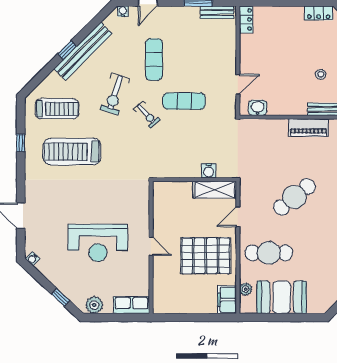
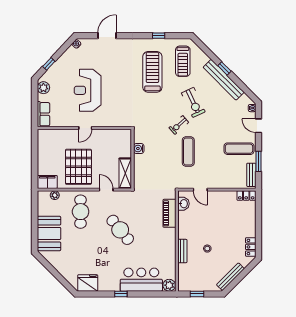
exercise mat: (154, 59) -> (239, 149), moved
exercise bike: (115, 94) -> (193, 102), turned -133
piano: (308, 128) -> (169, 213), moved
water cooler: (209, 171) -> (139, 148), moved
booth: (282, 297) -> (49, 233), moved

